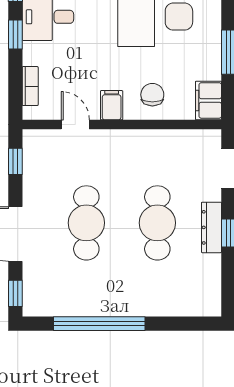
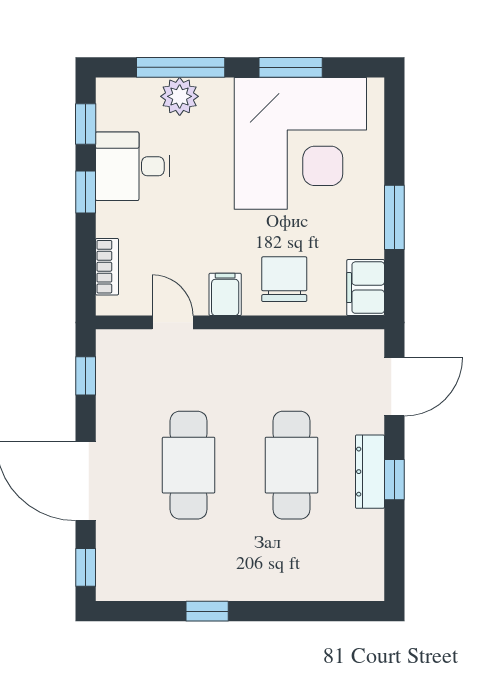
chair: (152, 95) -> (284, 279), width x1.37, depth x1.37
window: (99, 324) -> (207, 611), width x0.32

